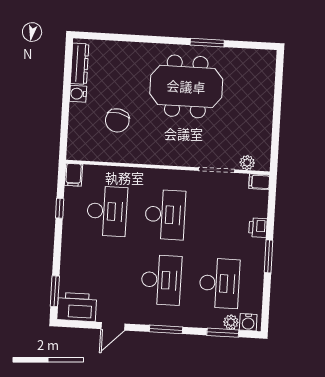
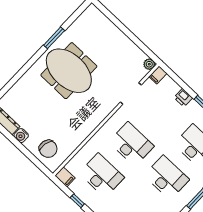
meeting table: (186, 86) -> (69, 71), turned 90
chair: (117, 120) -> (48, 149), moved
plant: (247, 163) -> (149, 64), moved

